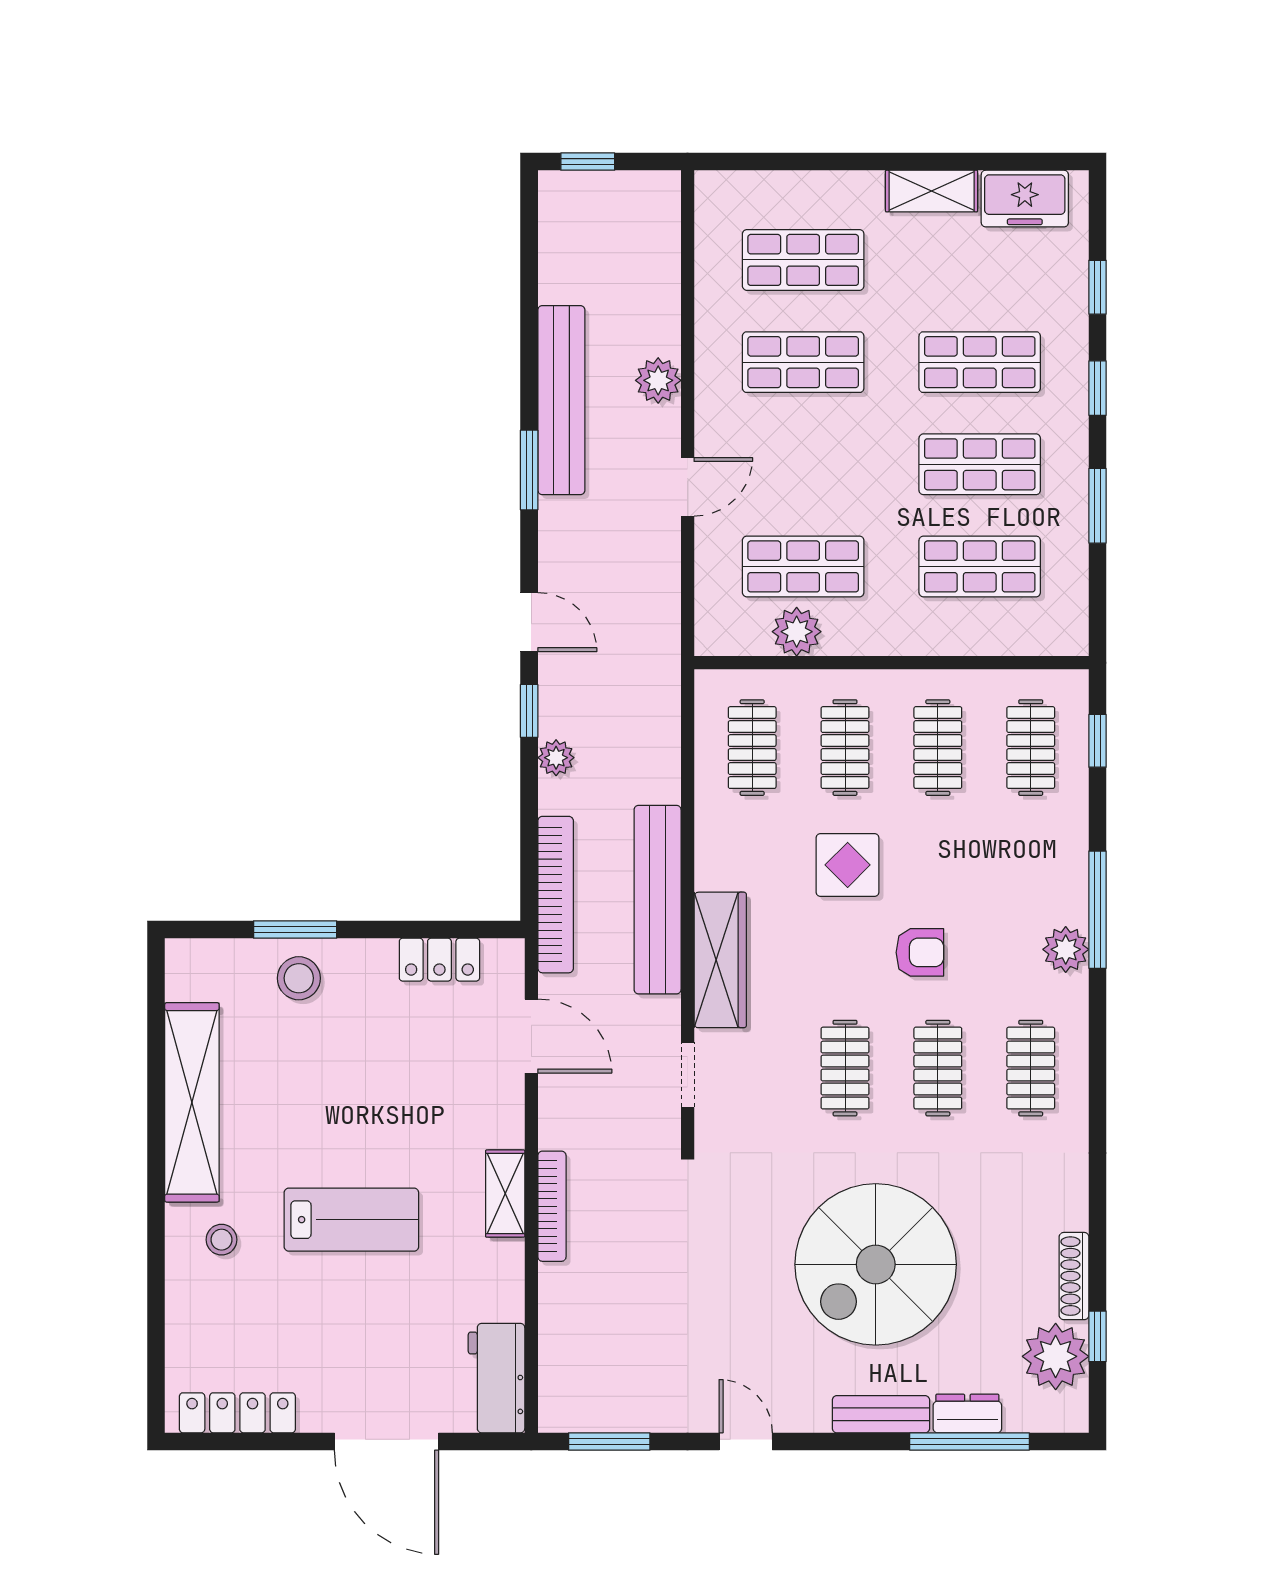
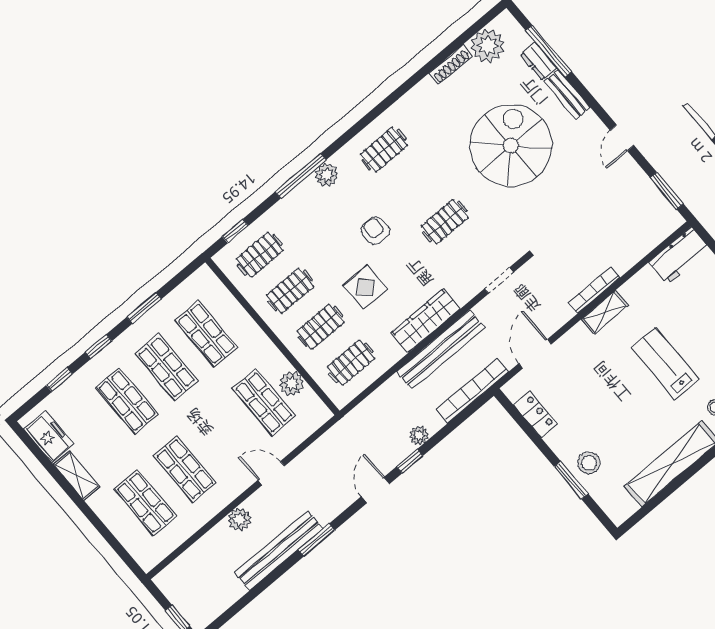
wardrobe: (720, 960) -> (426, 321), moved
clothes rail: (938, 1068) -> (414, 186), removed
spiral stairs: (876, 1264) -> (511, 146), turned -90
window: (1098, 1336) -> (466, 36), removed

